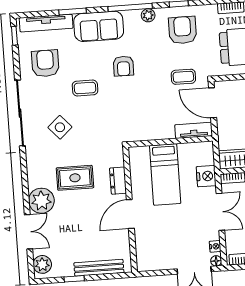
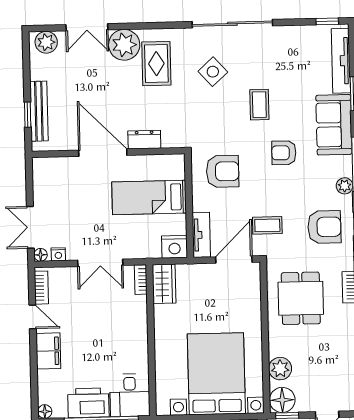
armchair: (45, 63) -> (223, 171), moved
coffee table: (183, 77) -> (267, 225), turned 90
nightstand: (206, 176) -> (175, 247), moved
rug: (75, 178) -> (156, 64), moved
door: (130, 214) -> (103, 153), width x1.36
window: (74, 279) -> (28, 115), moved

